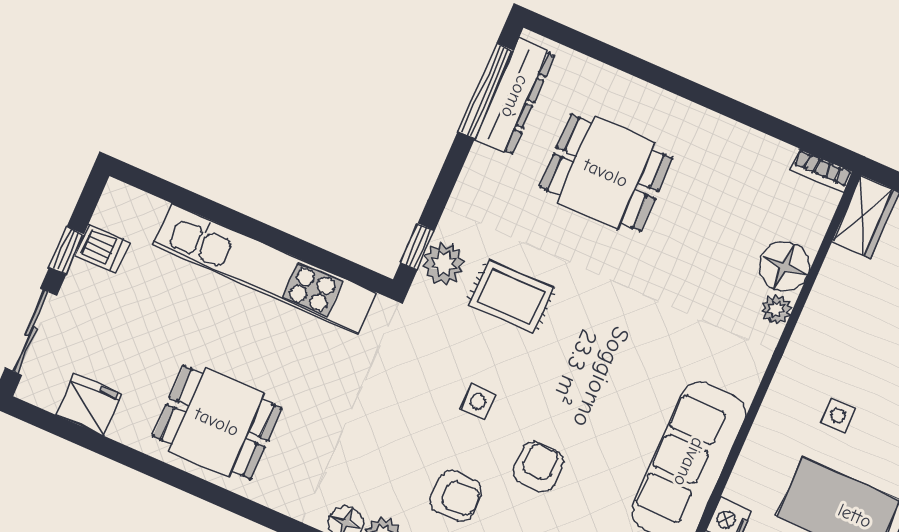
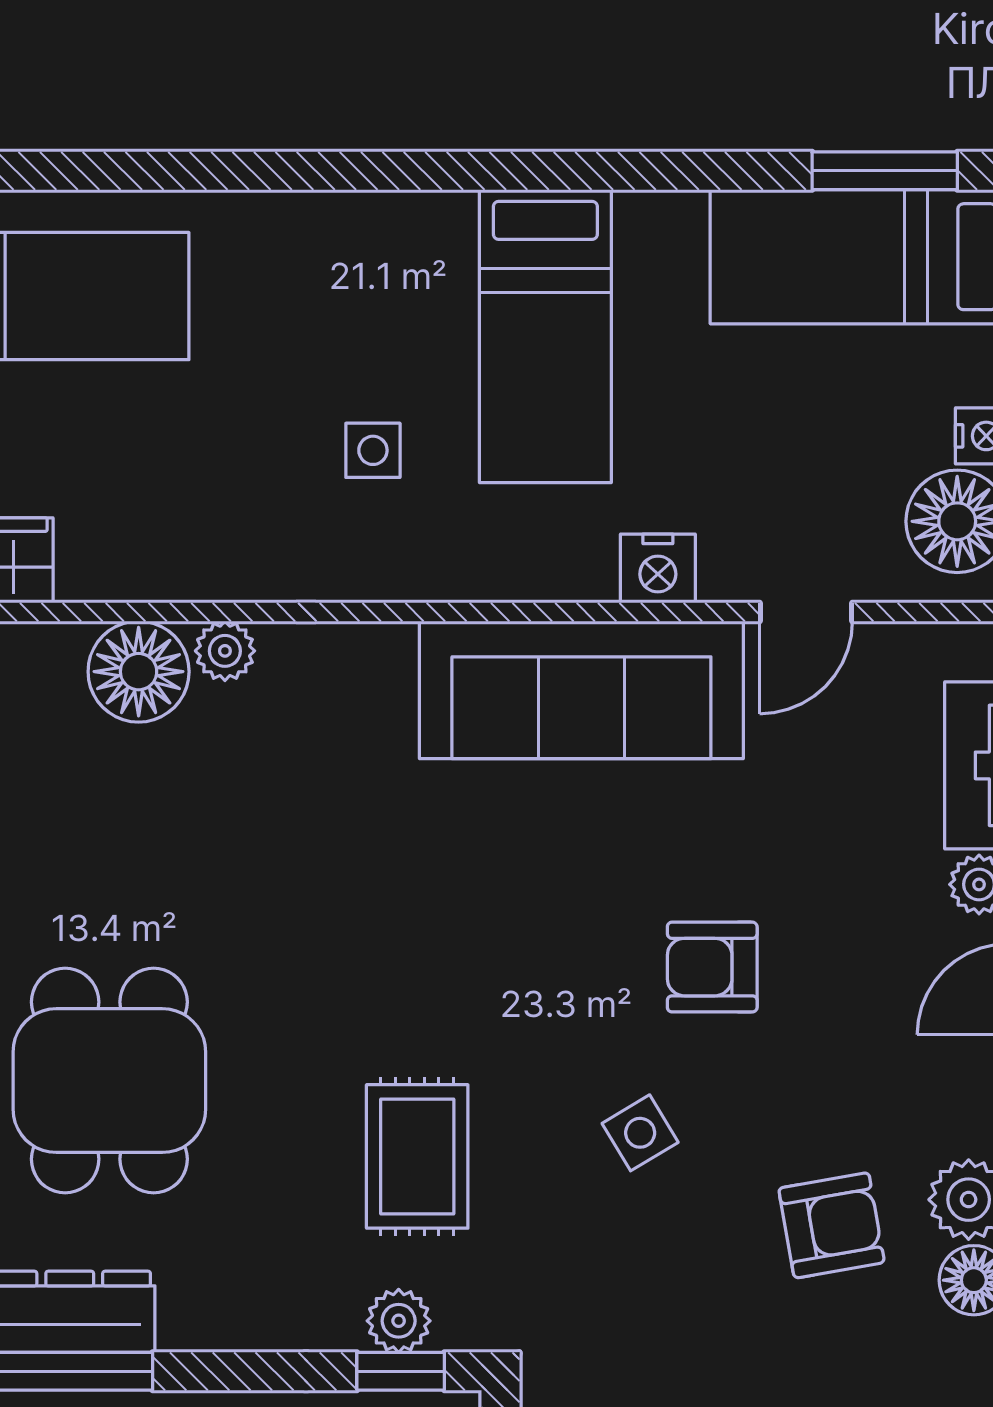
plant: (444, 263) -> (399, 1321), width x0.73, depth x0.73
side table: (478, 402) -> (640, 1133), turned -31
armchair: (456, 496) -> (832, 1225), moved, turned 80

